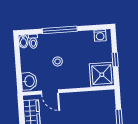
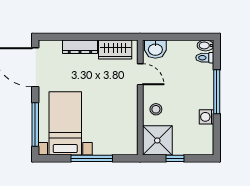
washing machine: (100, 35) -> (206, 117), moved
stool: (58, 61) -> (156, 109), moved
door: (50, 92) -> (140, 74), swing flipped

